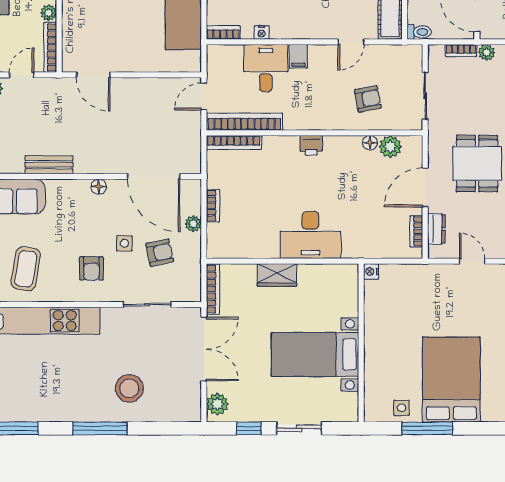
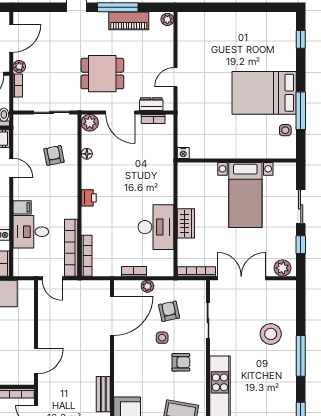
plant: (390, 147) -> (90, 123), moved
floor lamp: (99, 187) -> (120, 357), removed
desk: (310, 235) -> (156, 227), moved

